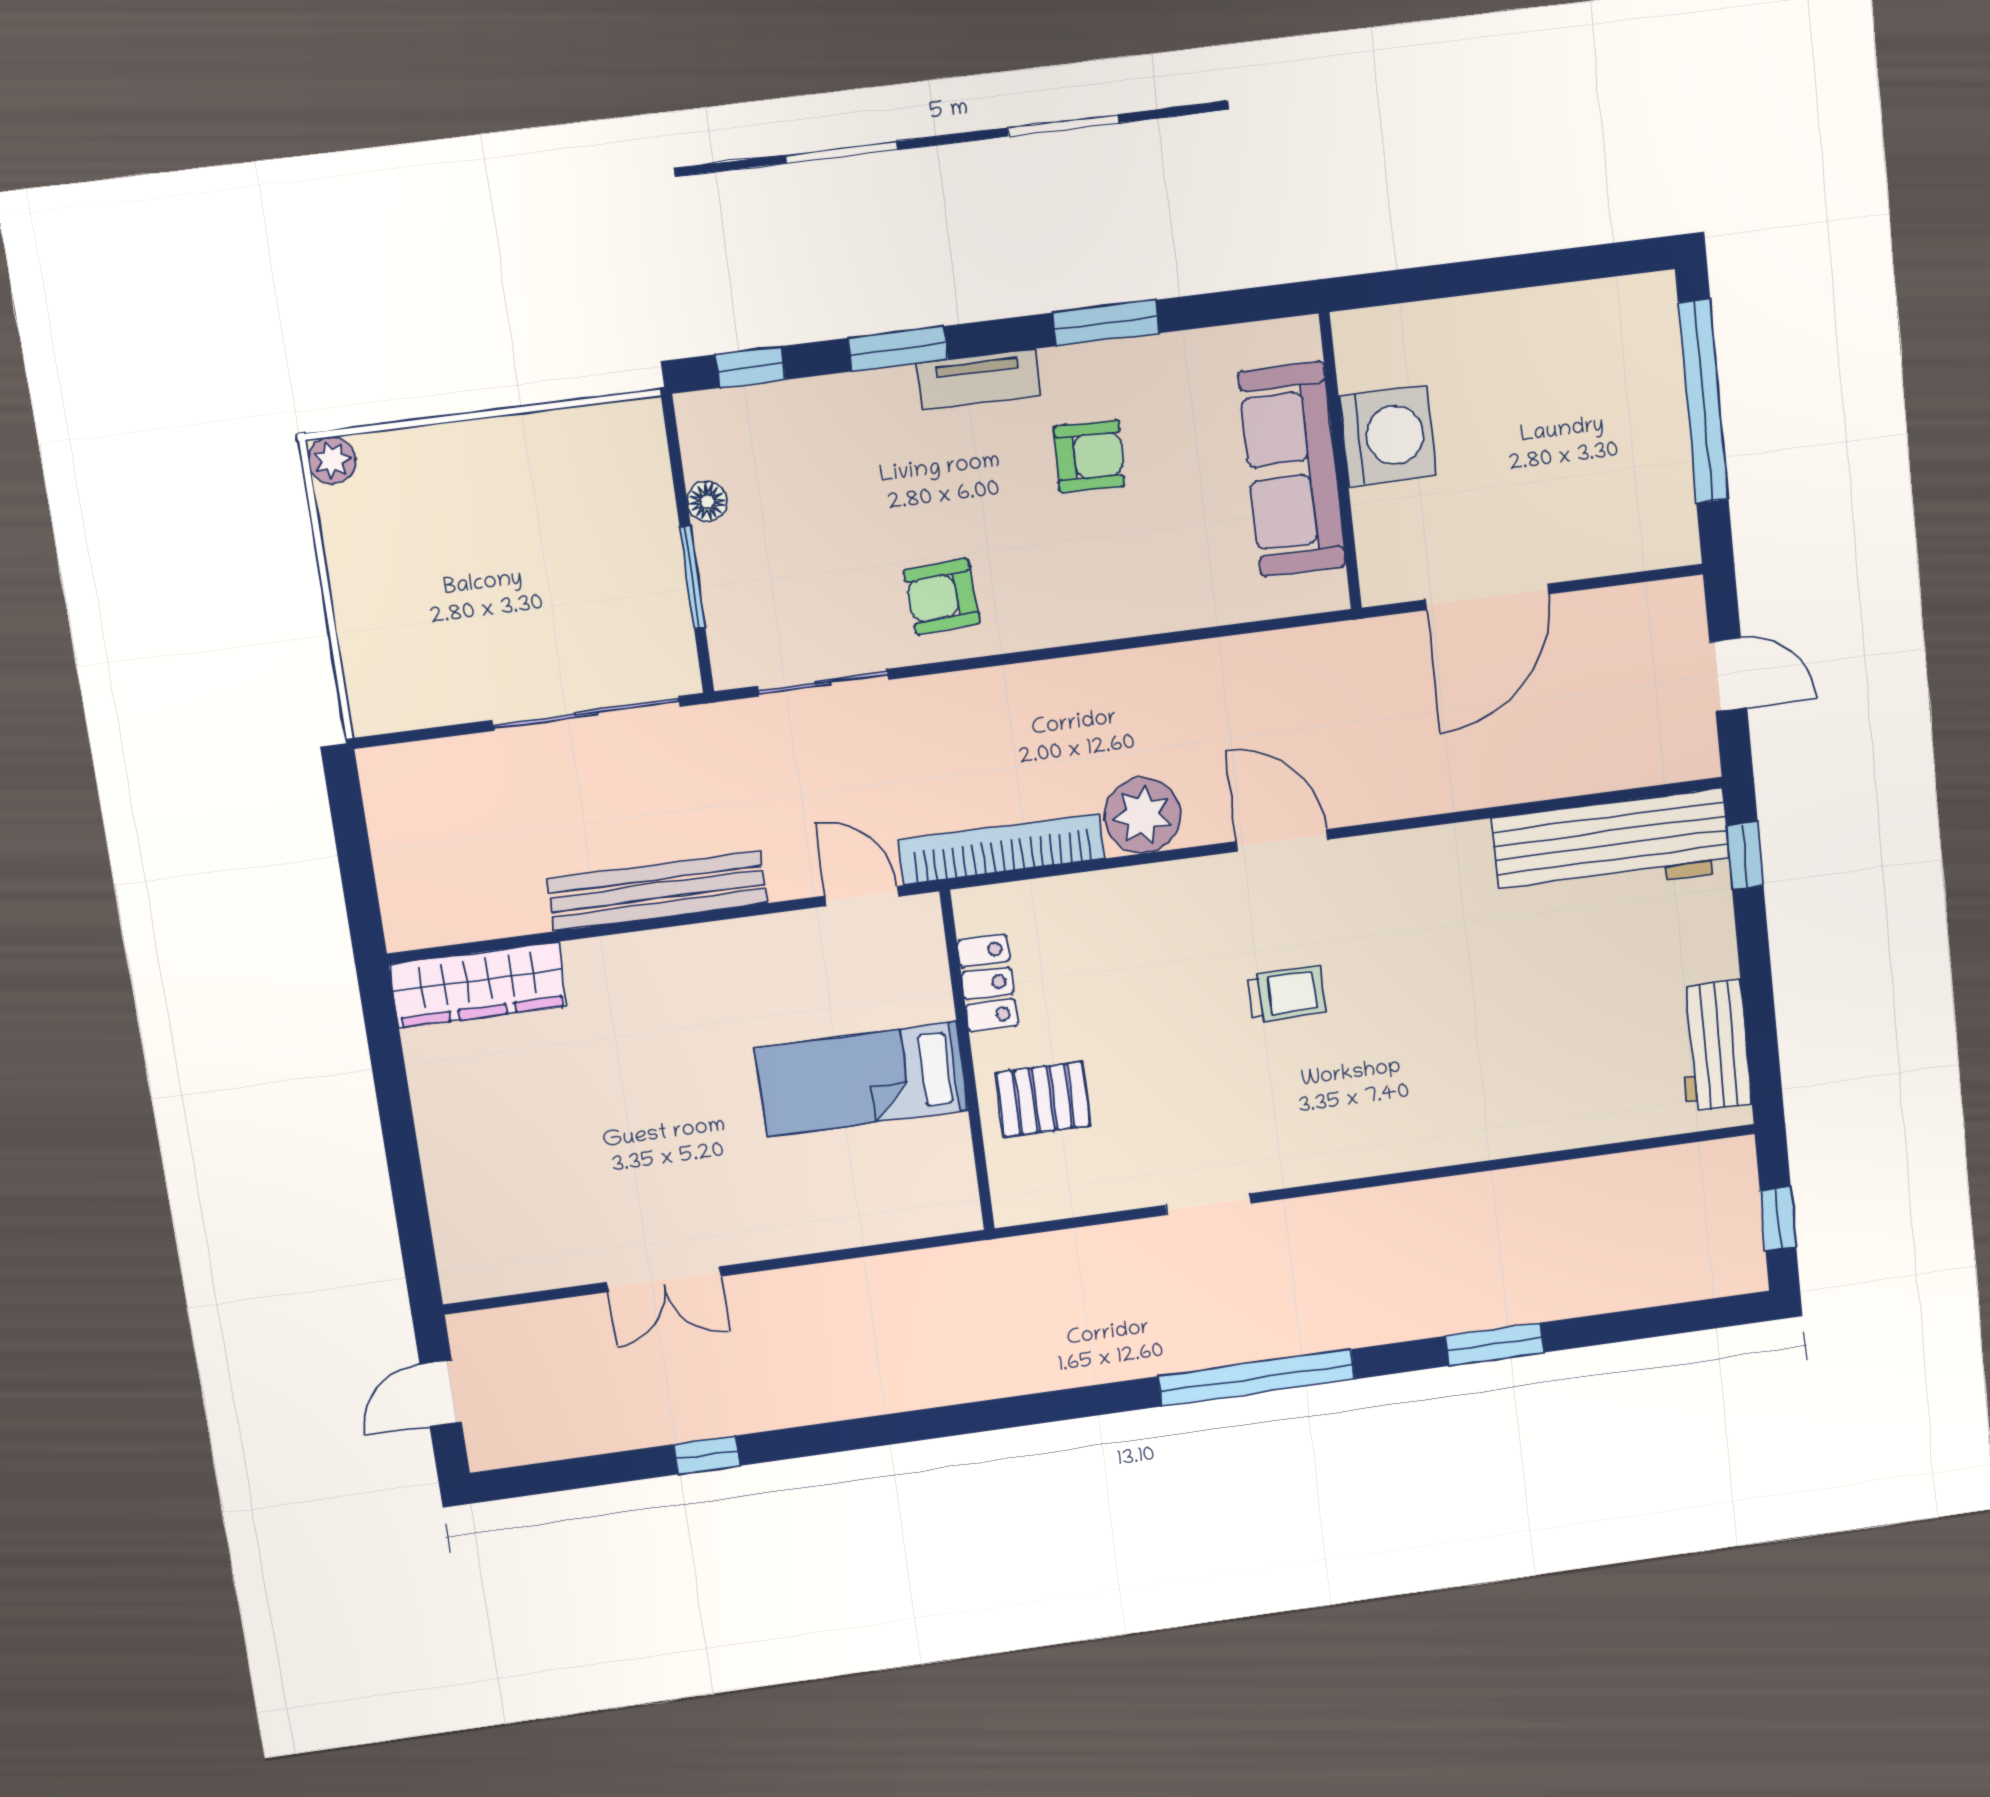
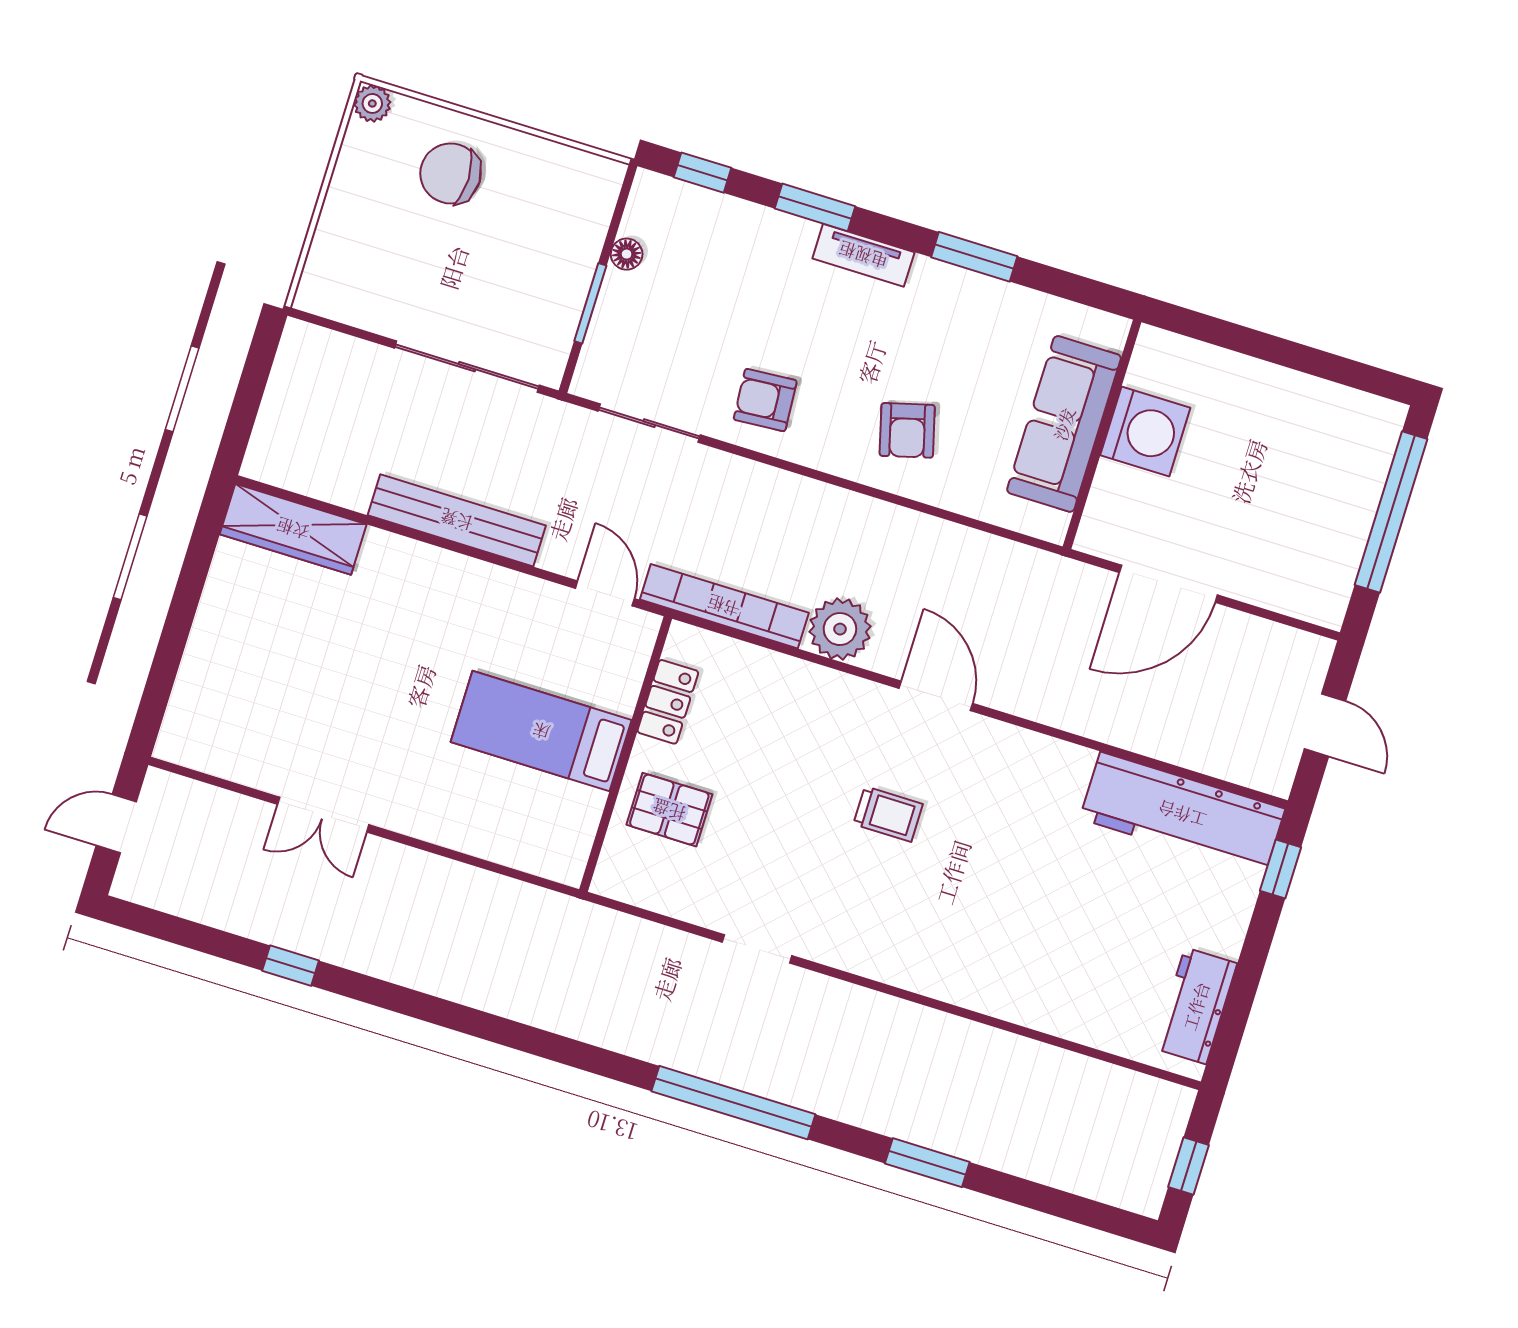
armchair: (1089, 456) -> (907, 430), moved, turned 73
chair: (461, 501) -> (451, 173), added

